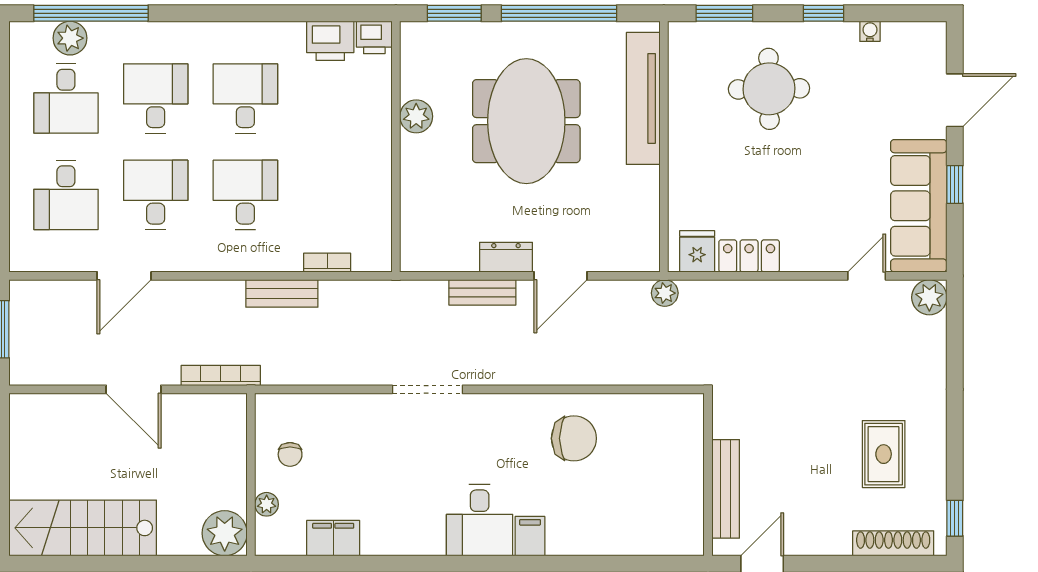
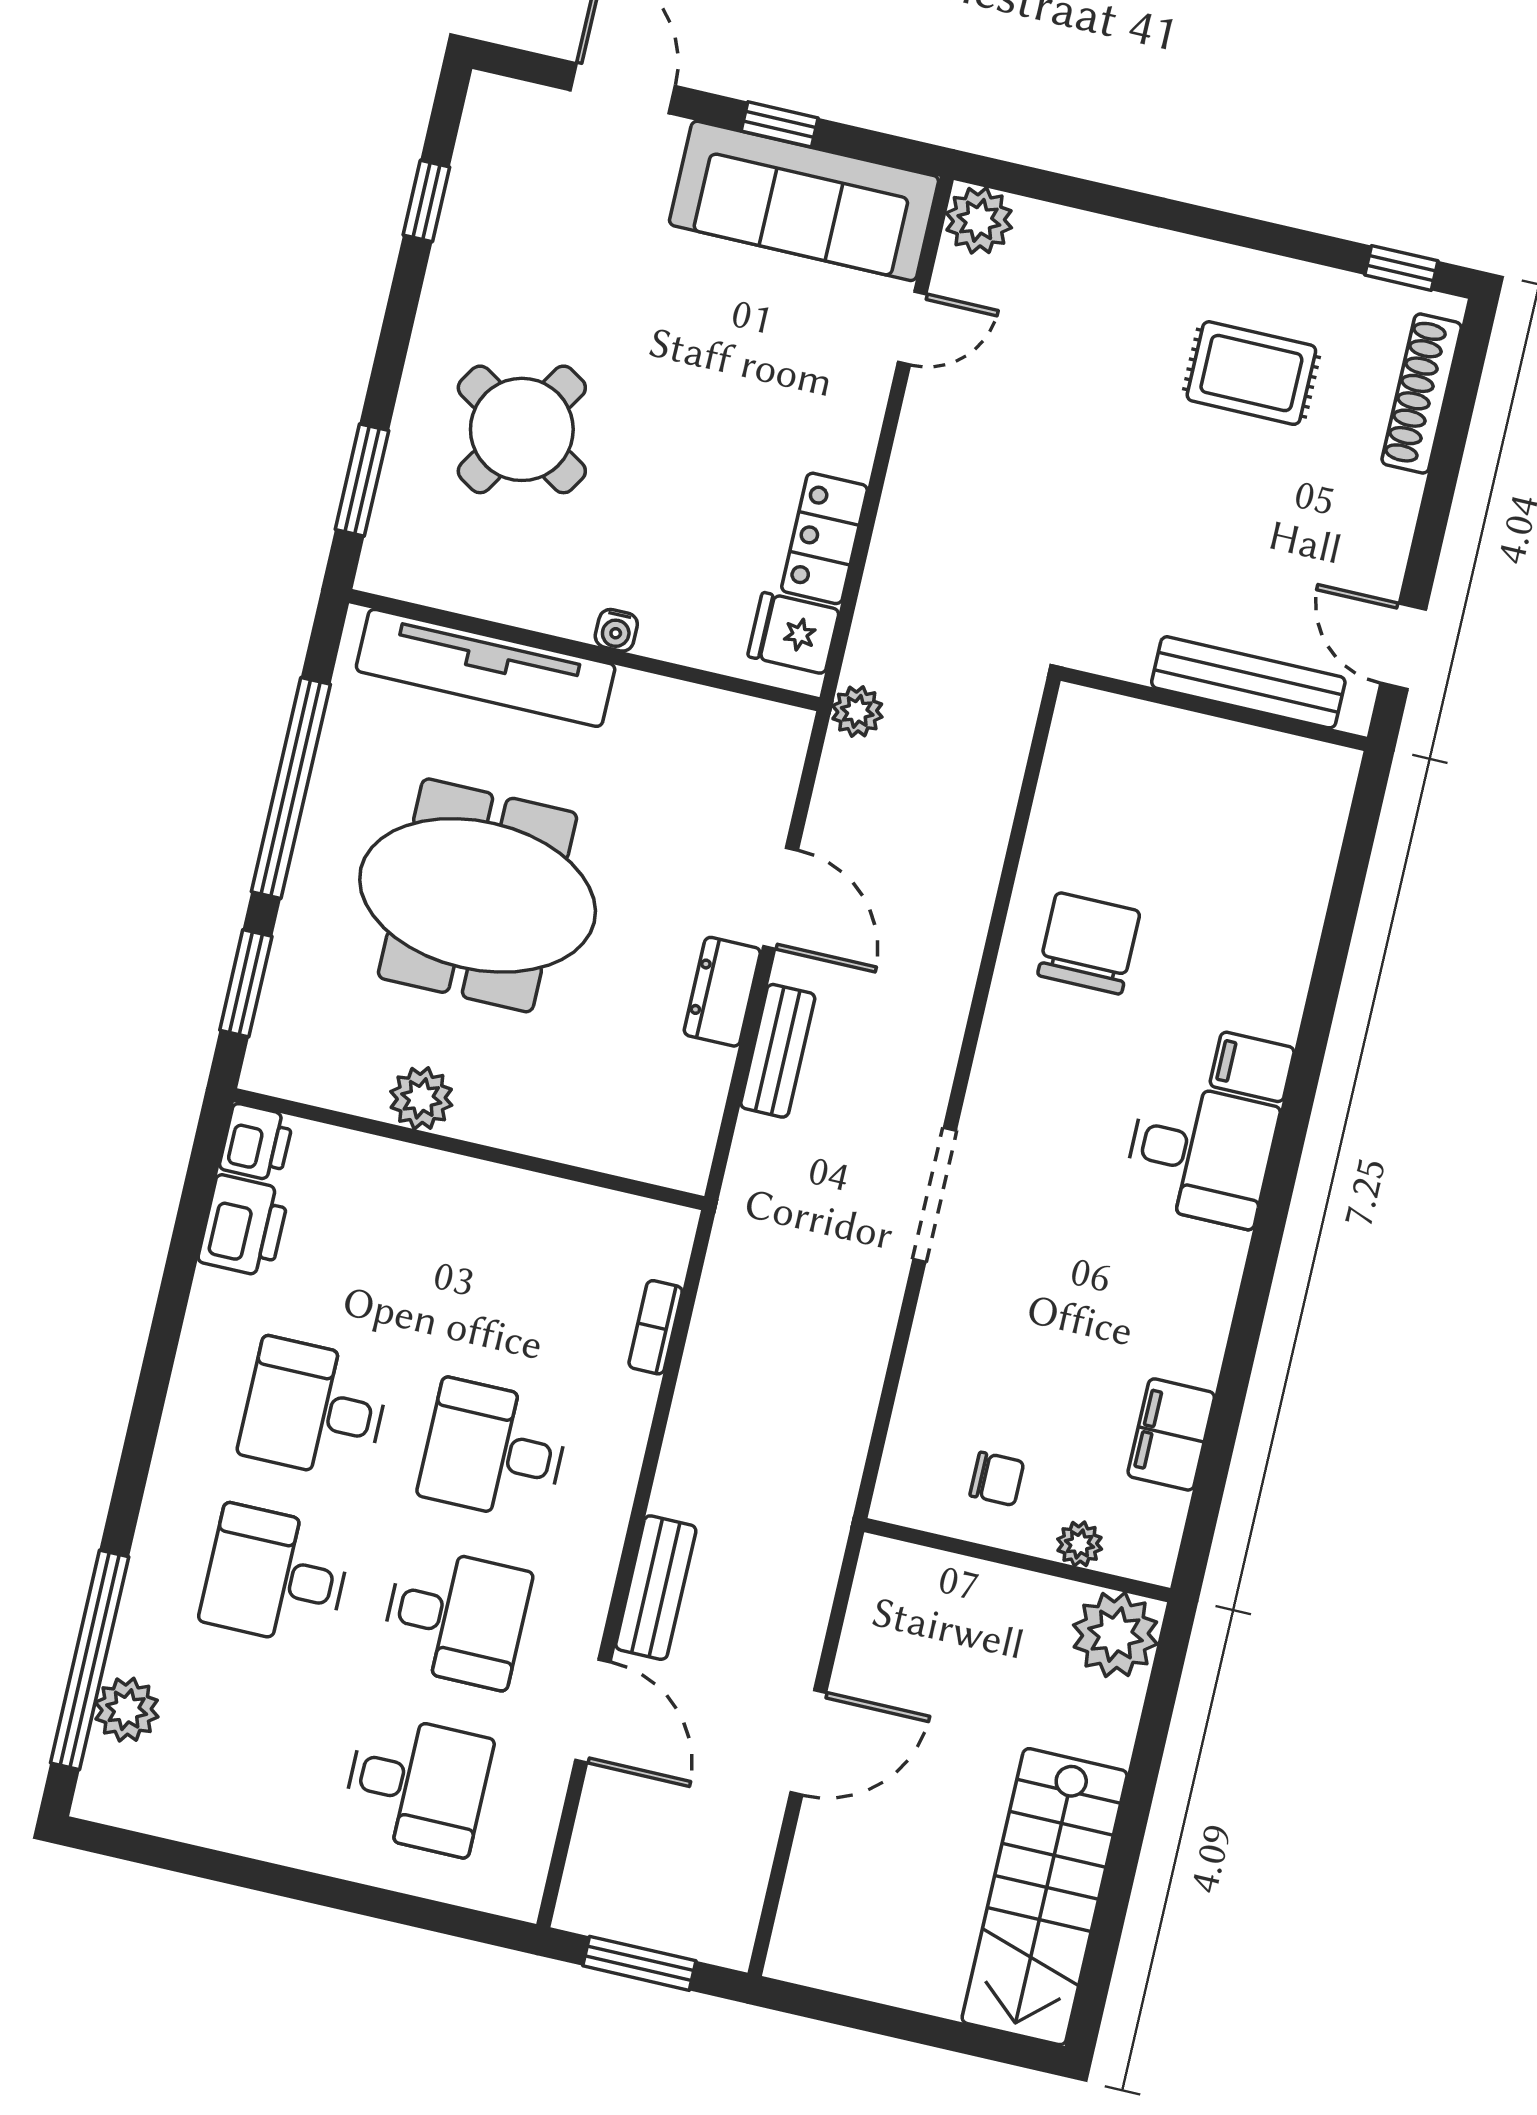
window: (823, 13) -> (426, 201), moved
water cooler: (870, 31) -> (616, 630), moved, turned -90
round table: (769, 89) -> (522, 429), turned 33
desk: (66, 98) -> (237, 1743), removed
desk: (156, 195) -> (456, 1617), turned 180
door: (867, 276) -> (912, 328), swing flipped
bench: (282, 293) -> (656, 1588), moved
bookcase: (221, 375) -> (820, 1574), removed

